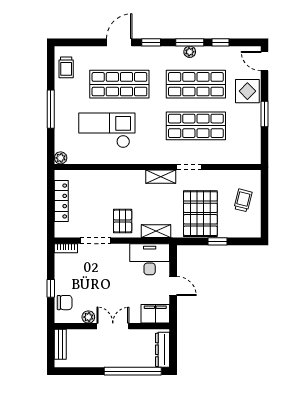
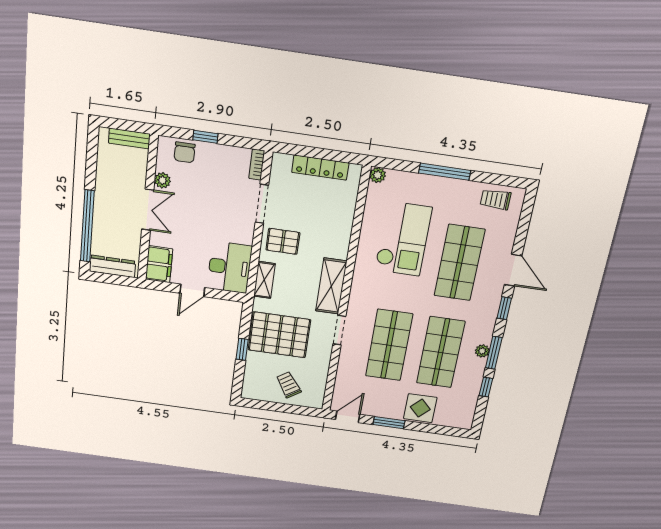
door: (265, 61) -> (348, 417), moved
shelving: (161, 177) -> (331, 286), width x1.50, depth x1.33
trolley: (243, 200) -> (289, 385), turned -138

